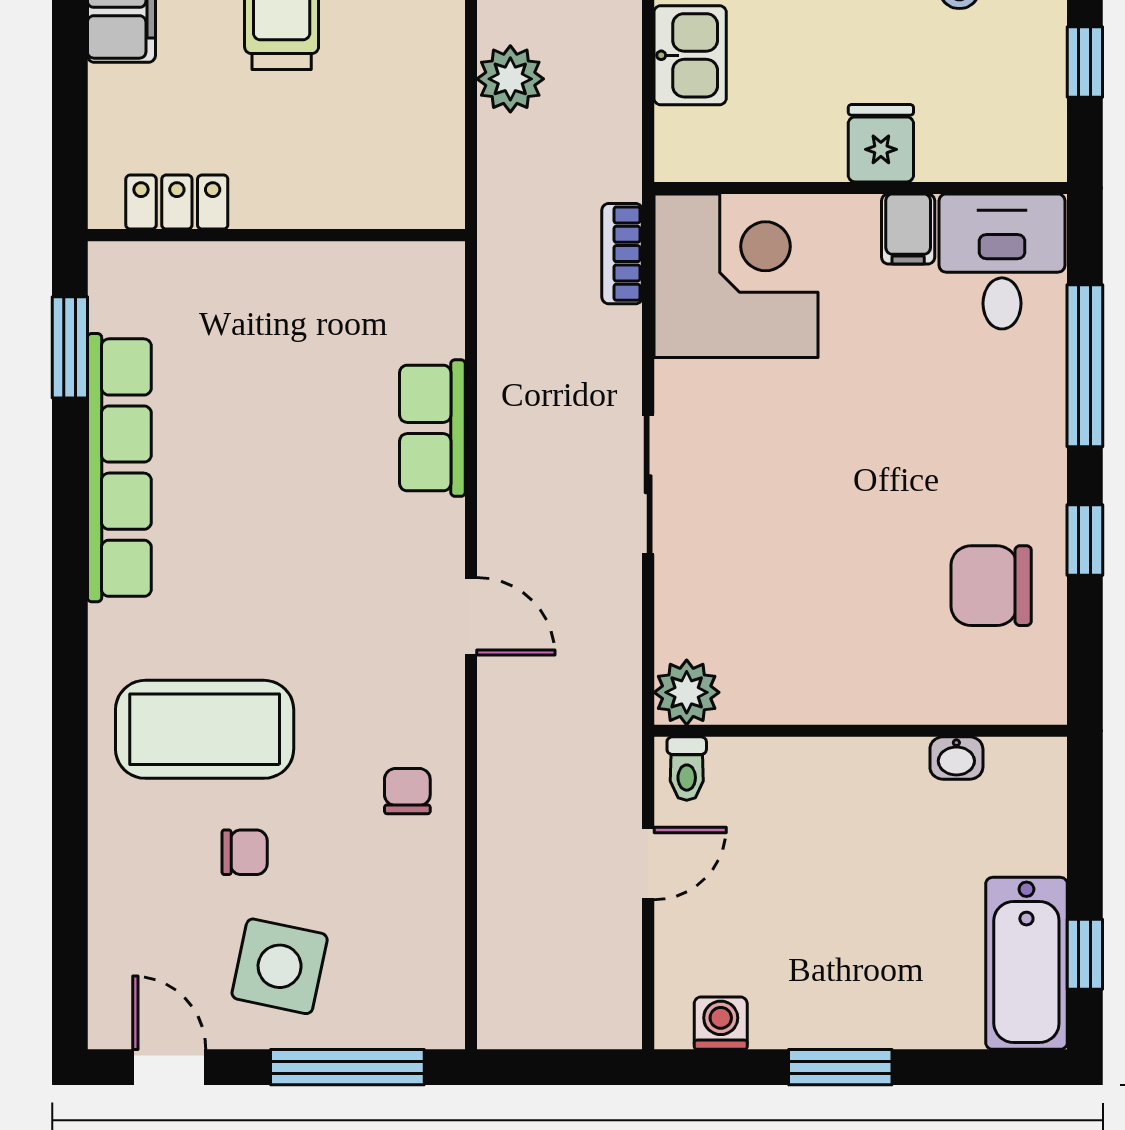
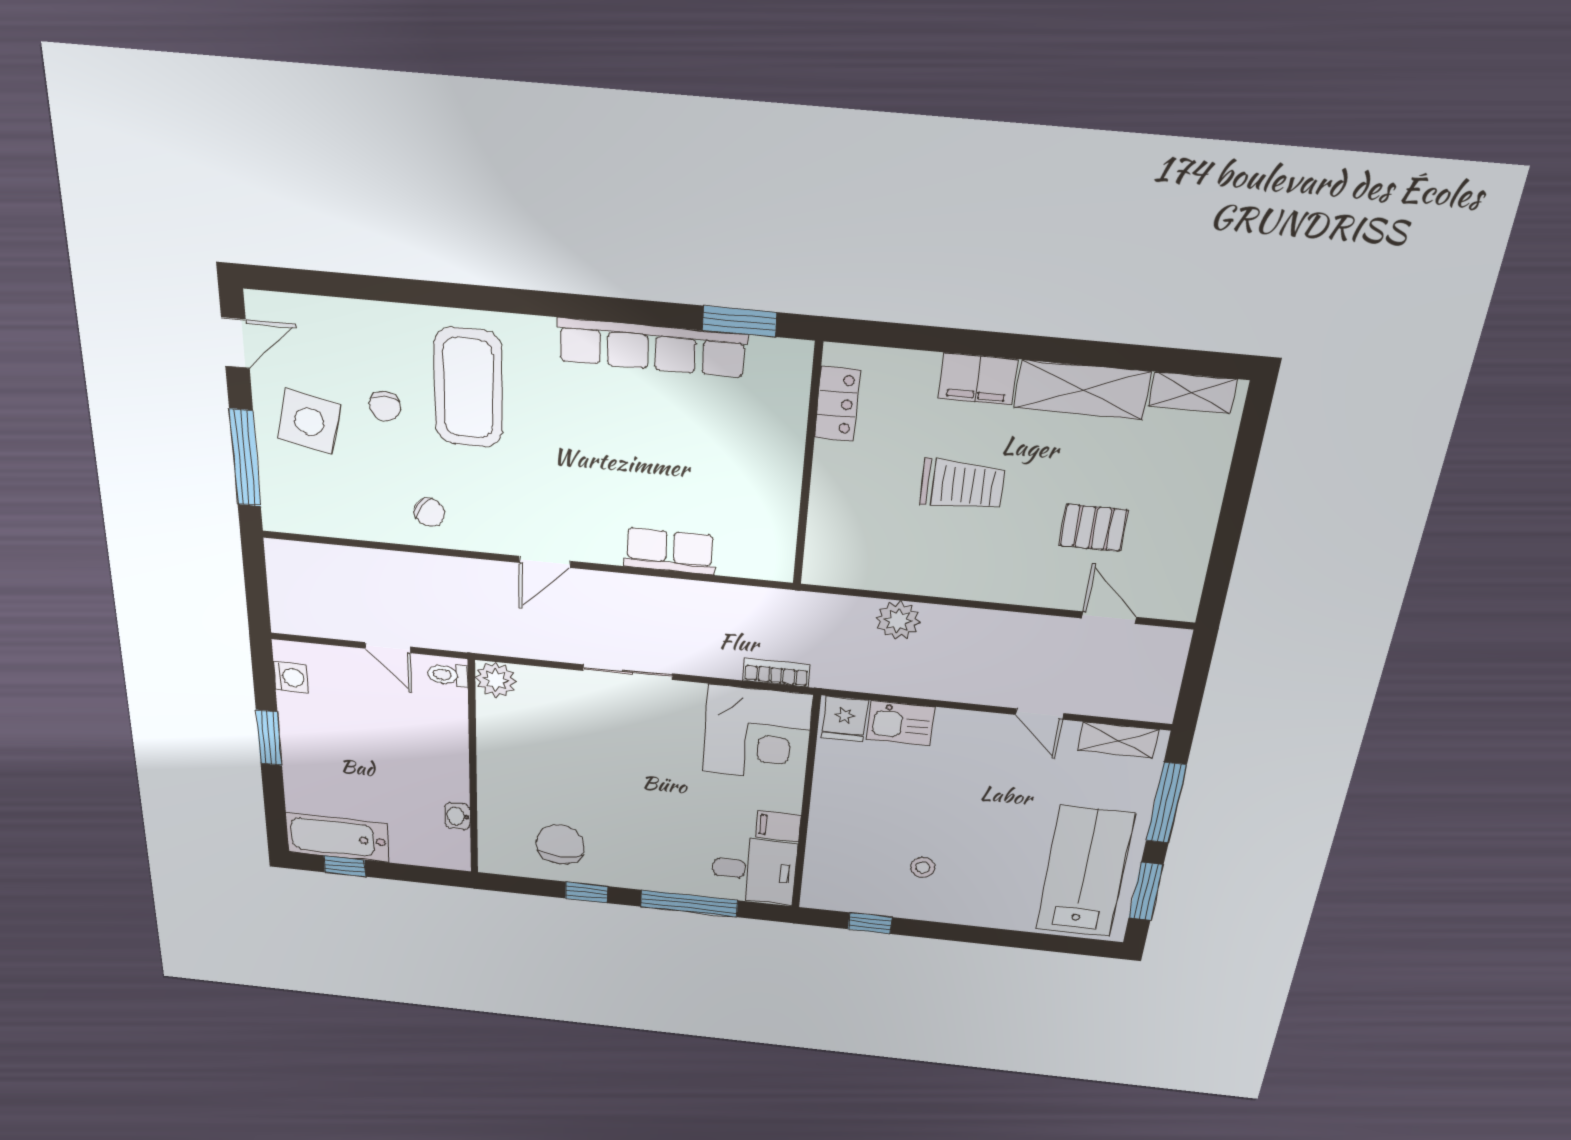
fridge: (881, 143) -> (844, 719), moved, turned 90
chair: (407, 791) -> (429, 512), turned 36

